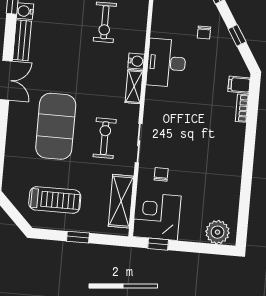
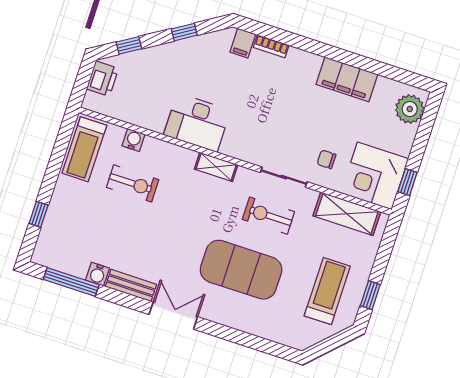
chair: (204, 32) -> (172, 70), removed
water cooler: (136, 61) -> (133, 140), moved
filing cabinet: (230, 176) -> (347, 79), added
window: (78, 237) -> (370, 295), moved

